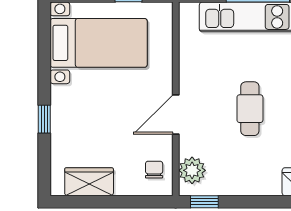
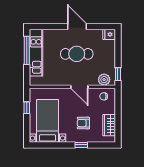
cafe table: (250, 109) -> (77, 54), width x1.37, depth x1.35
armchair: (94, 124) -> (83, 123), added

